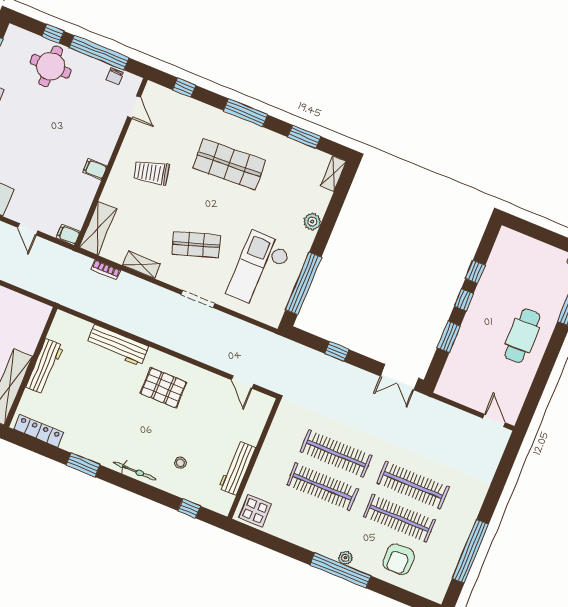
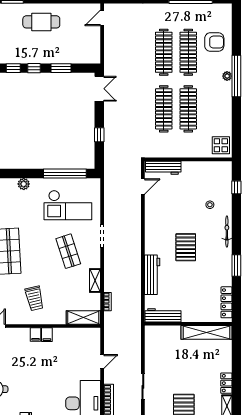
filing cabinet: (68, 235) -> (36, 334), moved
workbench: (45, 366) -> (163, 315), moved
pallet: (163, 388) -> (186, 247), moved
workbench: (237, 468) -> (163, 168), moved

